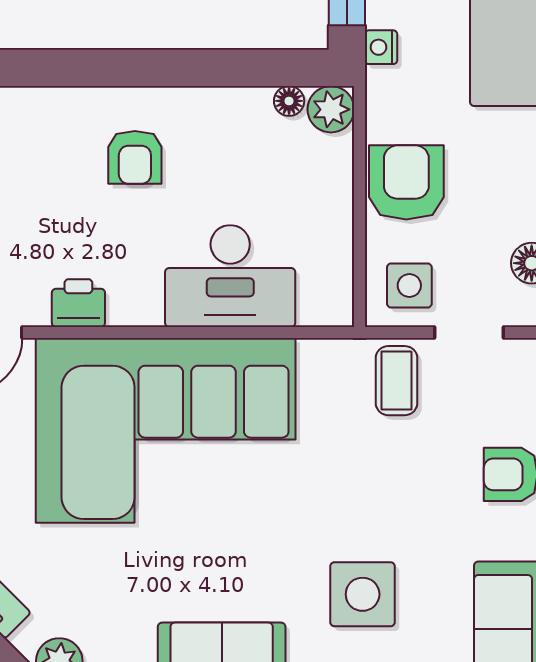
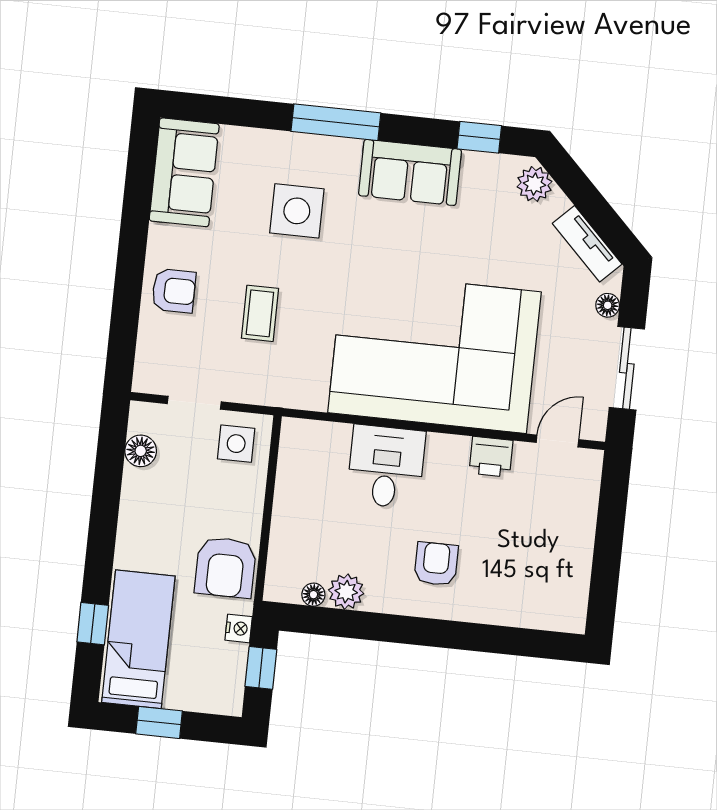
plant: (331, 109) -> (346, 592), moved
armchair: (406, 182) -> (225, 567), moved
desk: (230, 276) -> (386, 467), width x0.73
coffee table: (396, 381) -> (260, 313), moved

